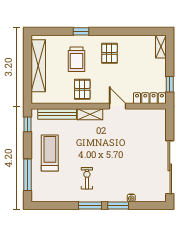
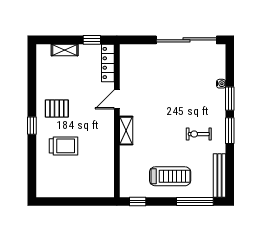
window: (81, 31) -> (32, 126), moved
shelving: (161, 47) -> (65, 50), moved
shelving: (38, 66) -> (71, 189), removed
pallet: (82, 89) -> (98, 139), removed
bench: (57, 114) -> (219, 175), moved
treadmill: (50, 153) -> (170, 176), turned 180

